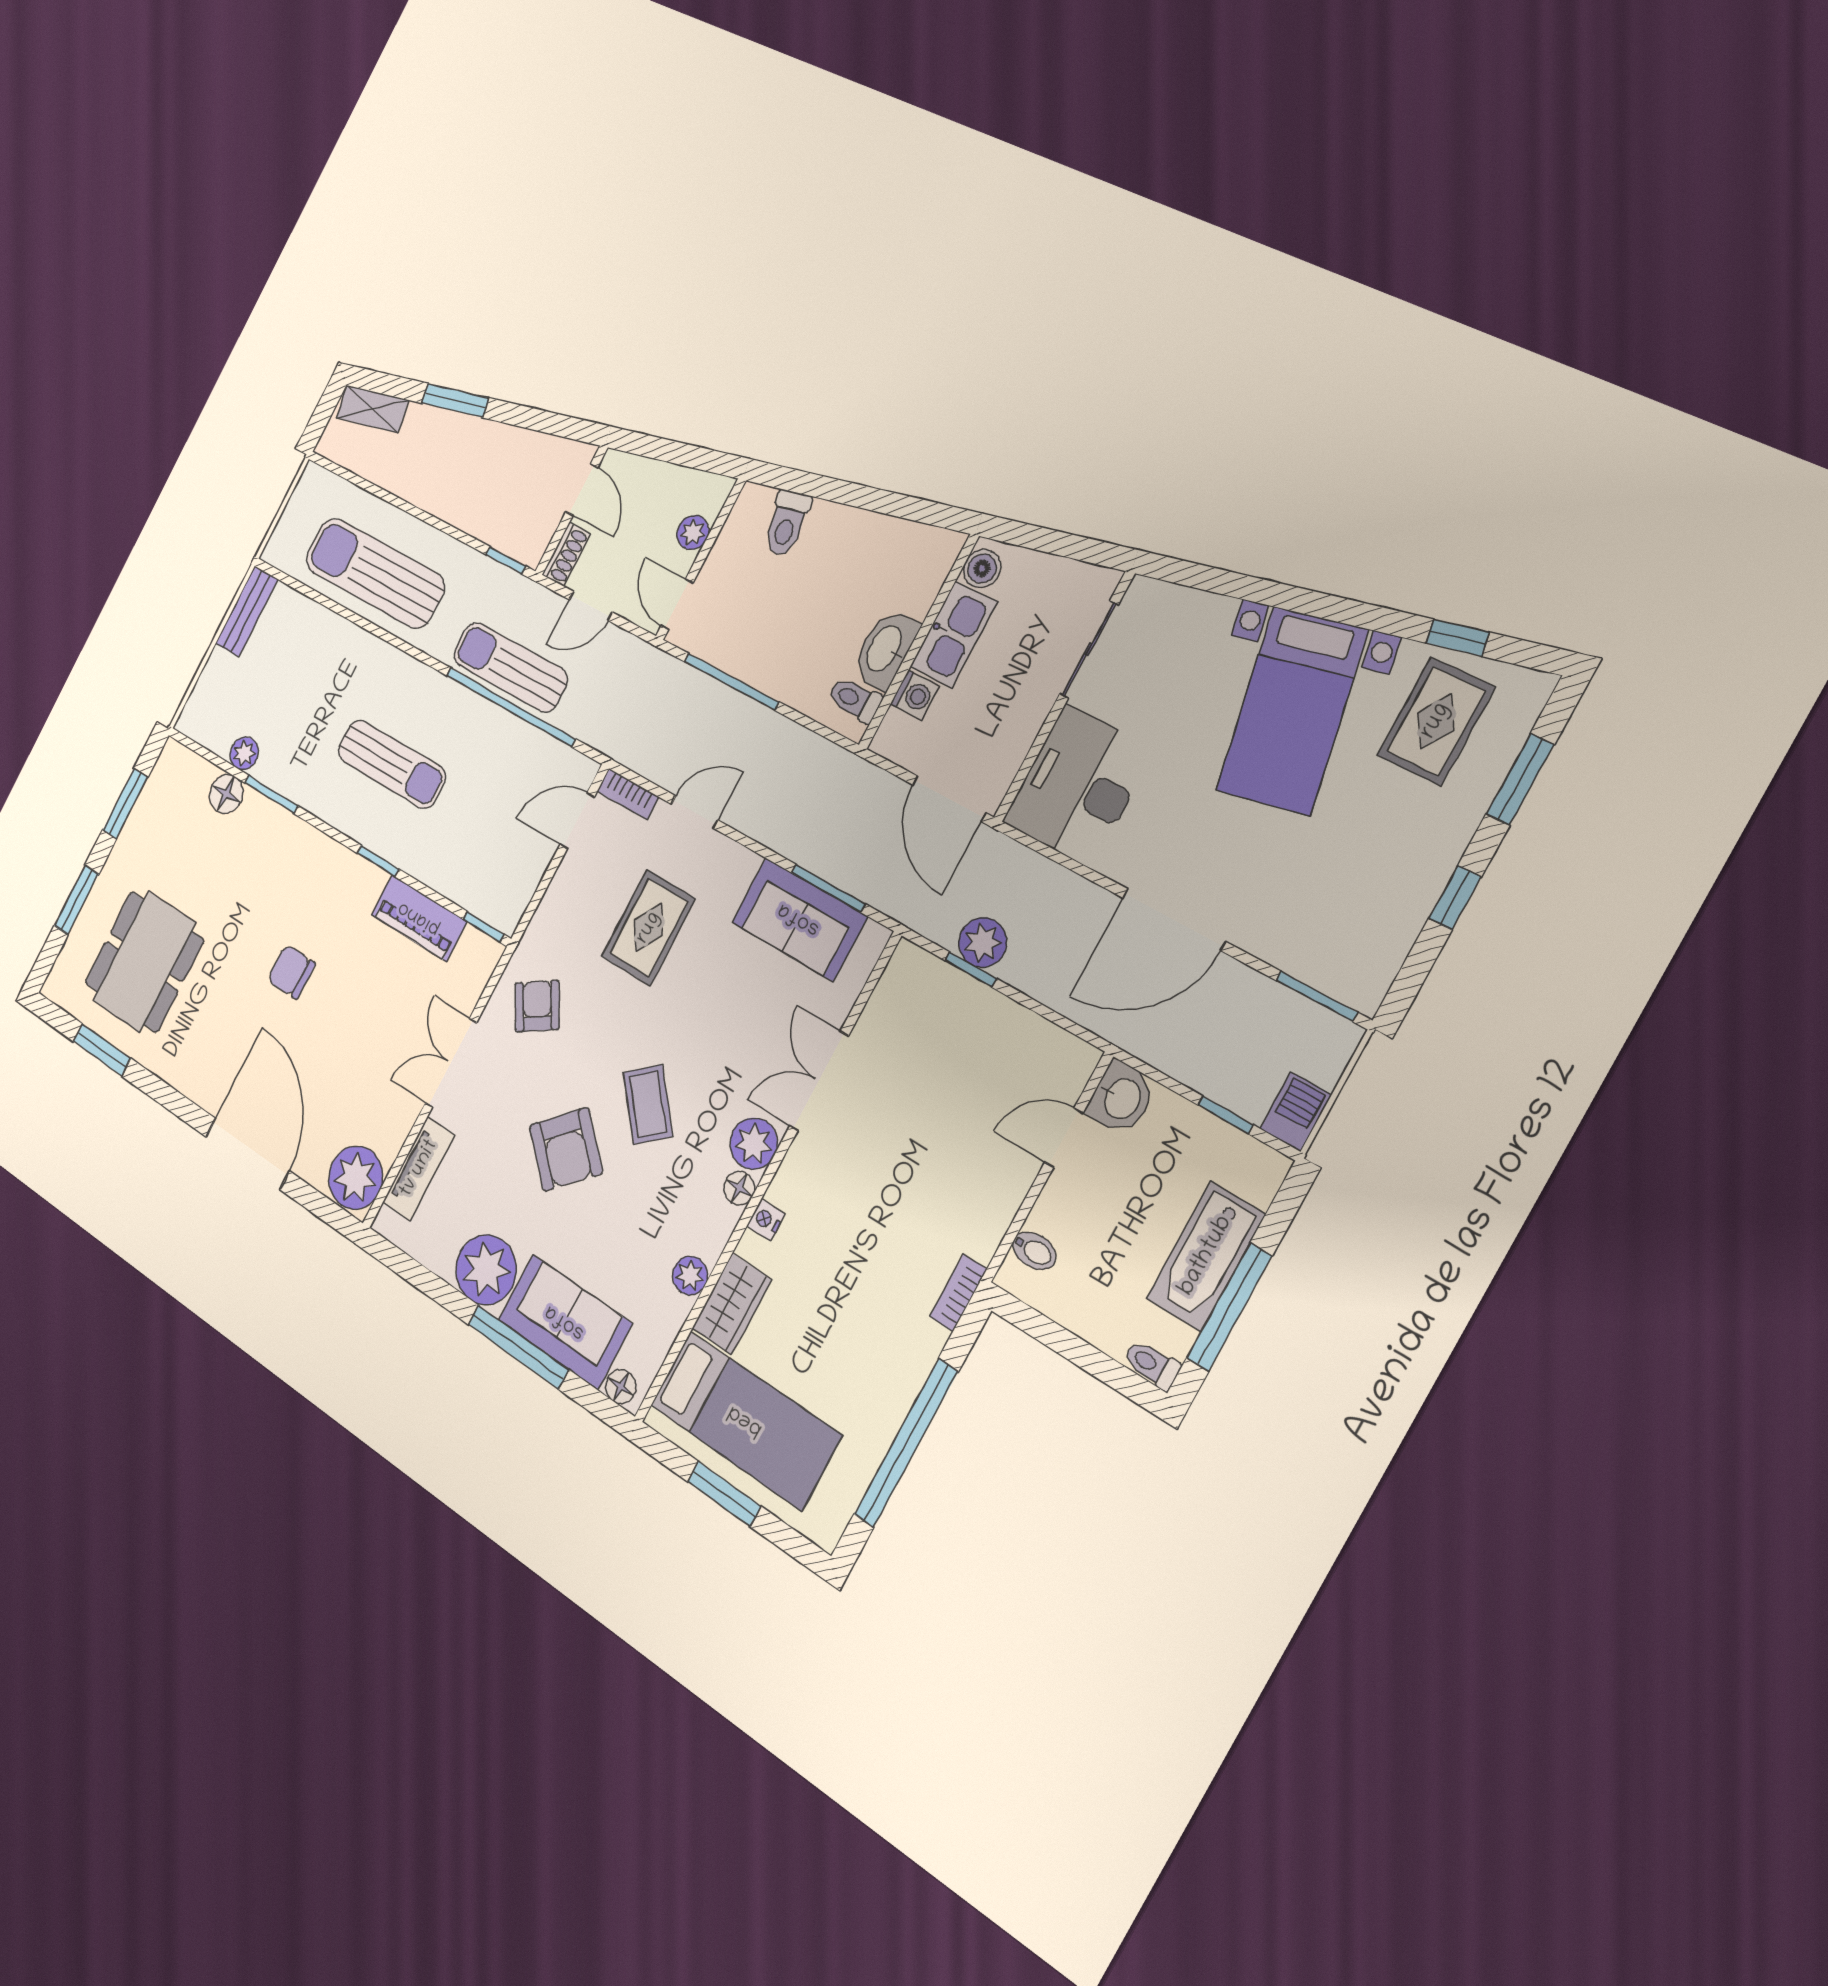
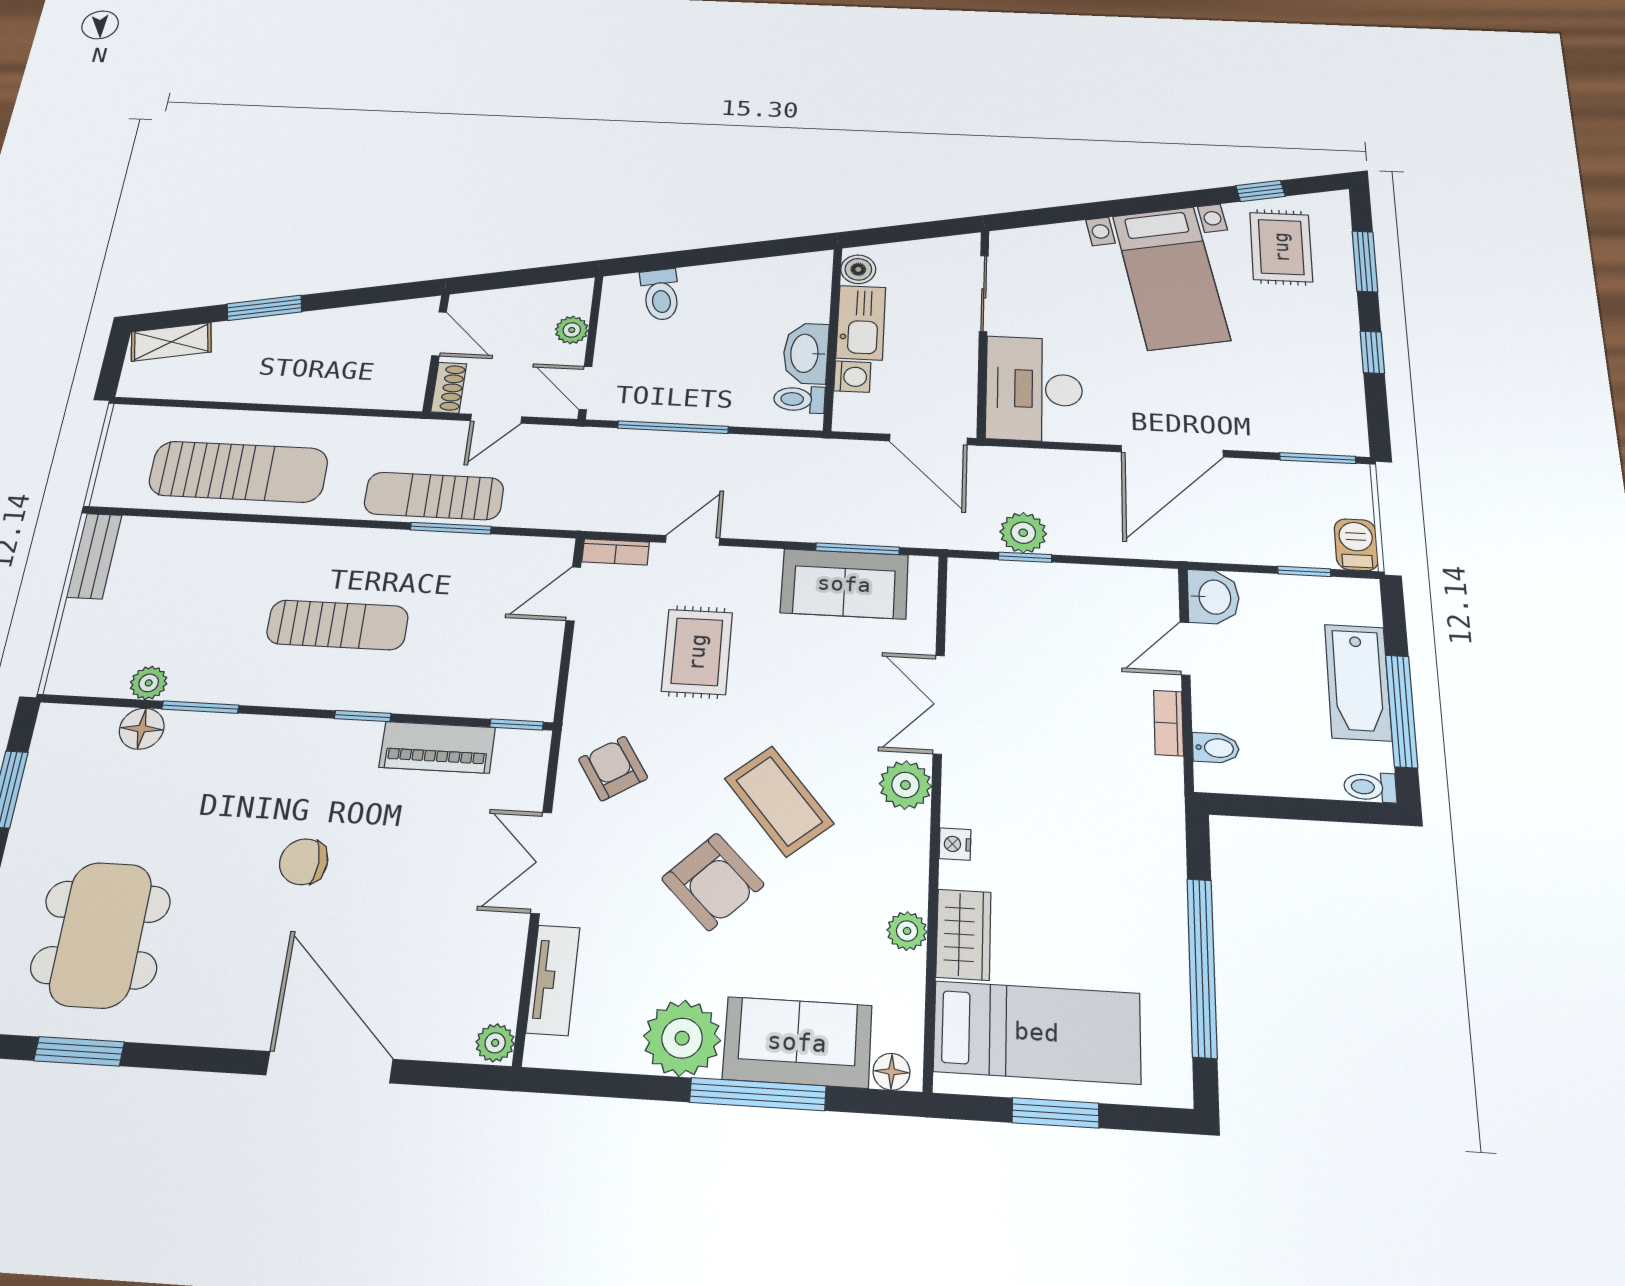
window: (506, 560) -> (385, 413), removed
sun lounger: (375, 573) -> (238, 472), turned 180
window: (510, 707) -> (451, 528), width x0.47
coffee table: (648, 1104) -> (779, 801), width x1.36, depth x1.30
plant: (356, 1178) -> (495, 1043), width x0.53, depth x0.53
floor lamp: (739, 1188) -> (913, 830), removed
bookcase: (958, 1293) -> (1168, 723), moved

